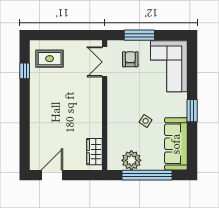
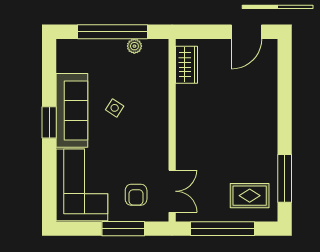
window: (69, 35) -> (222, 229), added
window: (25, 71) -> (285, 178), width x2.17
sofa: (176, 144) -> (72, 110), moved
plant: (131, 160) -> (134, 46), width x0.53, depth x0.53

